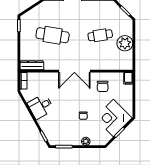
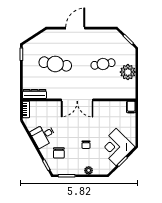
chair: (103, 86) -> (59, 153), moved

